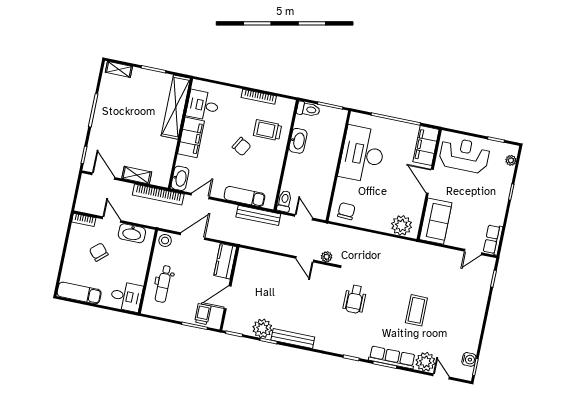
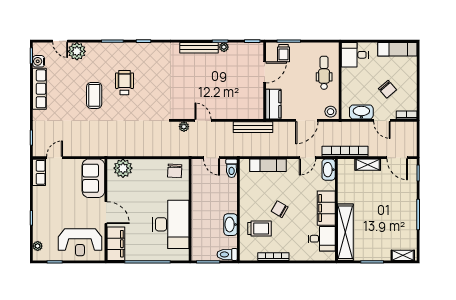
bench: (258, 215) -> (253, 127), moved
wheelchair: (355, 299) -> (124, 83), moved
plant: (262, 328) -> (224, 47), width x0.53, depth x0.53
row of seats: (392, 357) -> (39, 89), moved, turned -90

